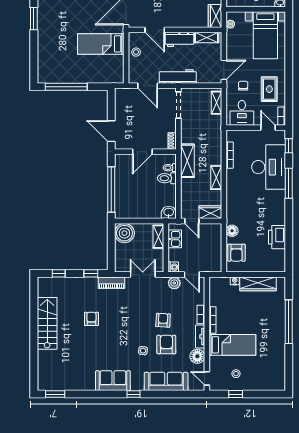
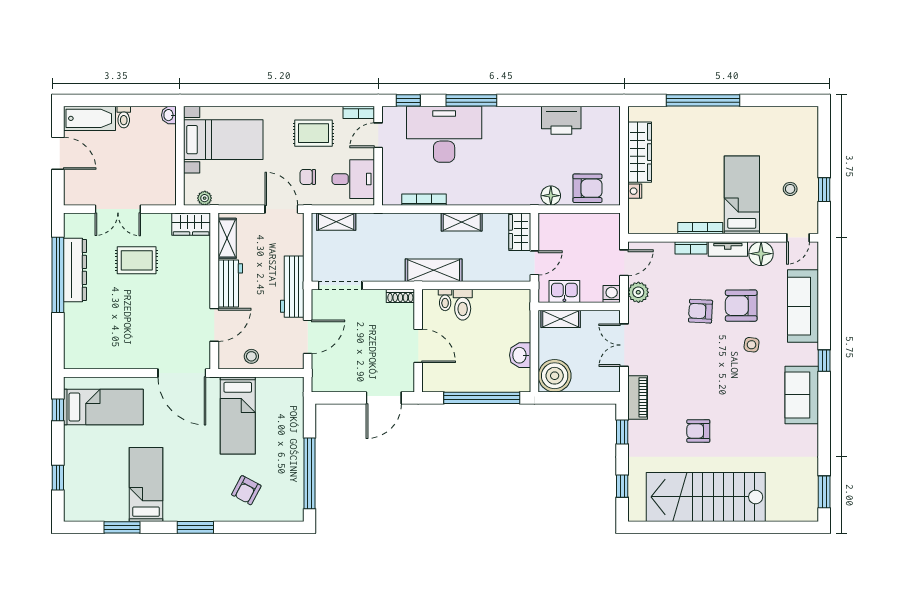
armchair: (56, 49) -> (246, 490), added
washbasin: (169, 212) -> (520, 355), moved
stairs: (47, 323) -> (706, 497), width x1.36, depth x1.51

